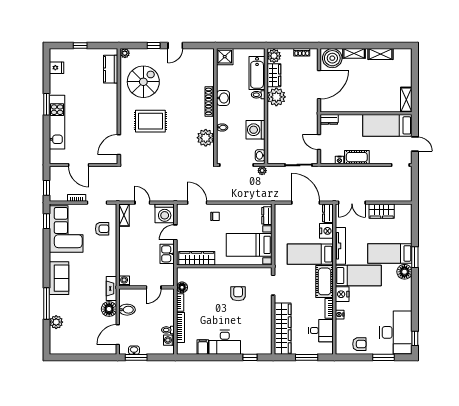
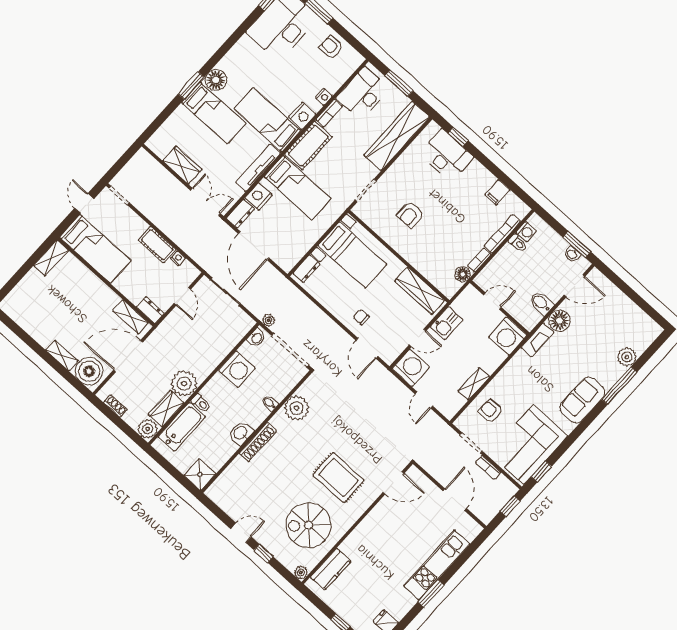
shelving: (381, 54) -> (131, 317), moved
shelving: (124, 215) -> (474, 384), moved
washing machine: (124, 281) -> (508, 336), width x1.89, depth x1.89
desk: (321, 331) -> (363, 93), width x1.37
desk: (225, 342) -> (447, 155), moved

